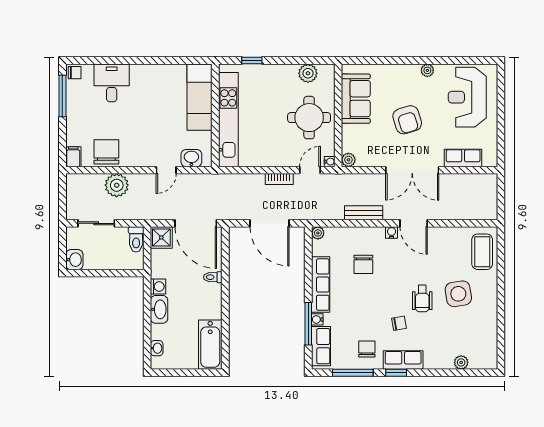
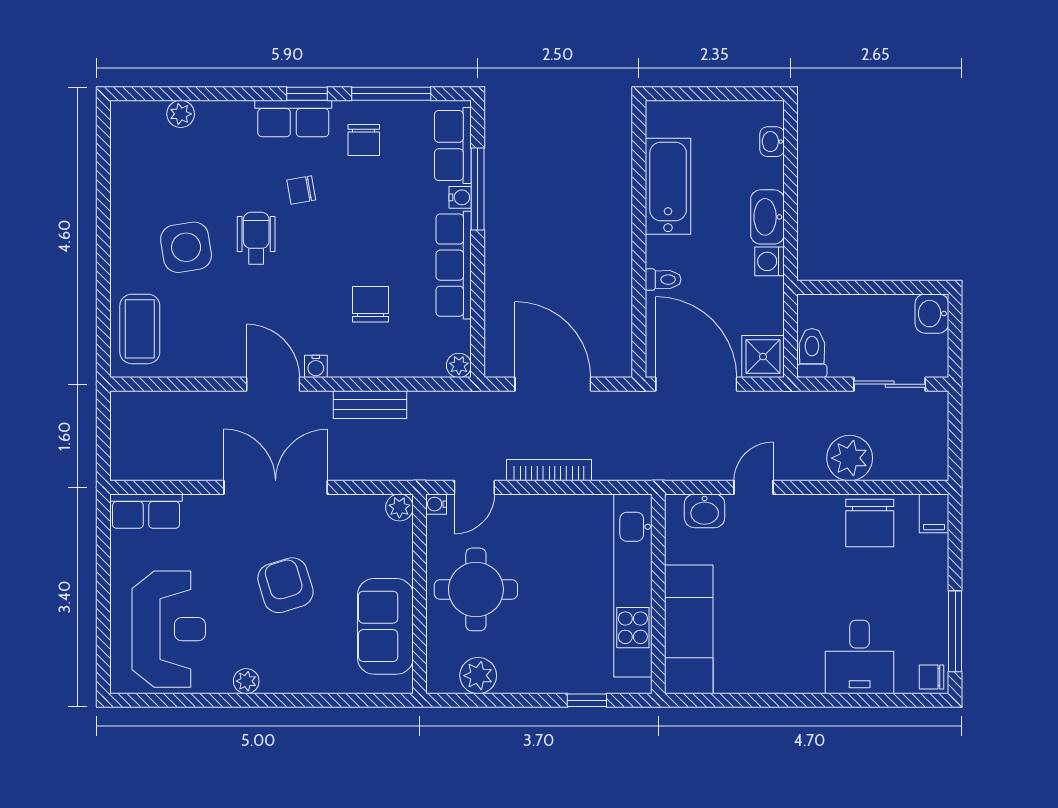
row of seats: (463, 158) -> (146, 511), moved
bookcase: (279, 179) -> (549, 470), width x1.56
bathtub: (210, 345) -> (668, 186), moved

